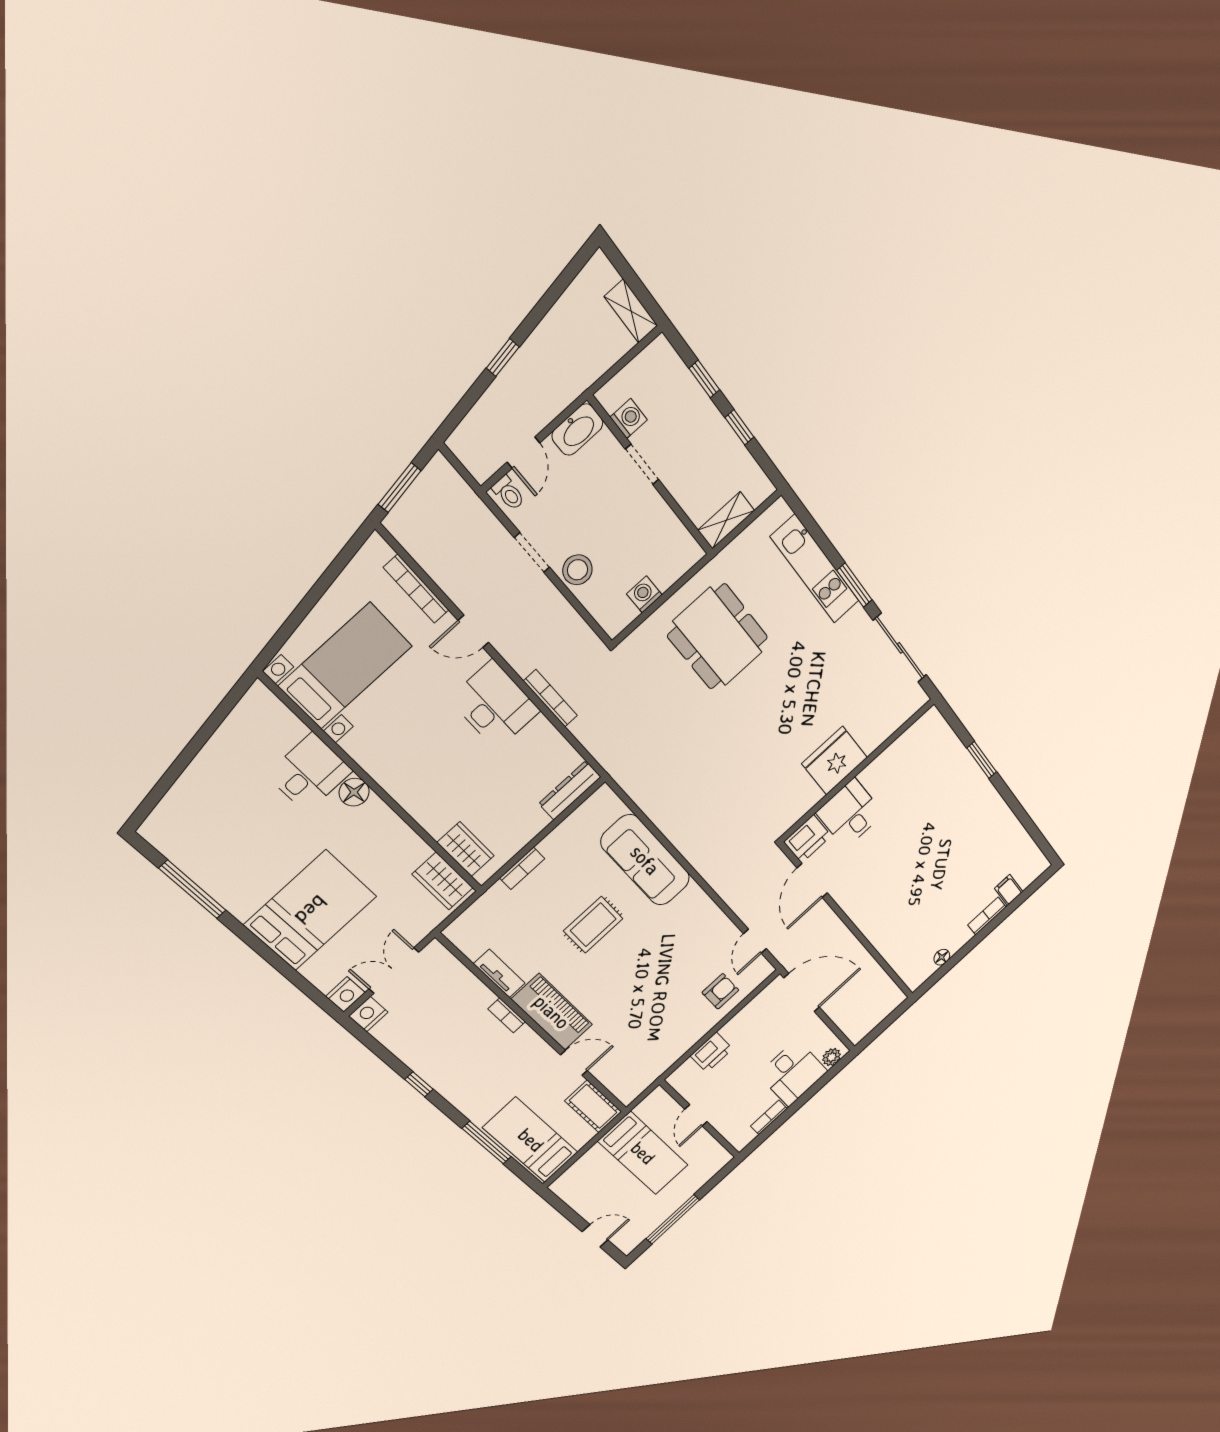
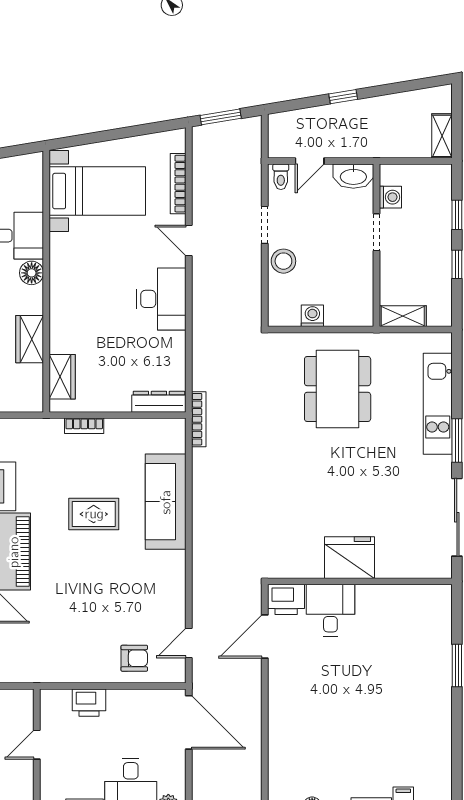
bookcase: (551, 698) -> (199, 419), moved
wardrobe: (443, 881) -> (30, 339), moved

